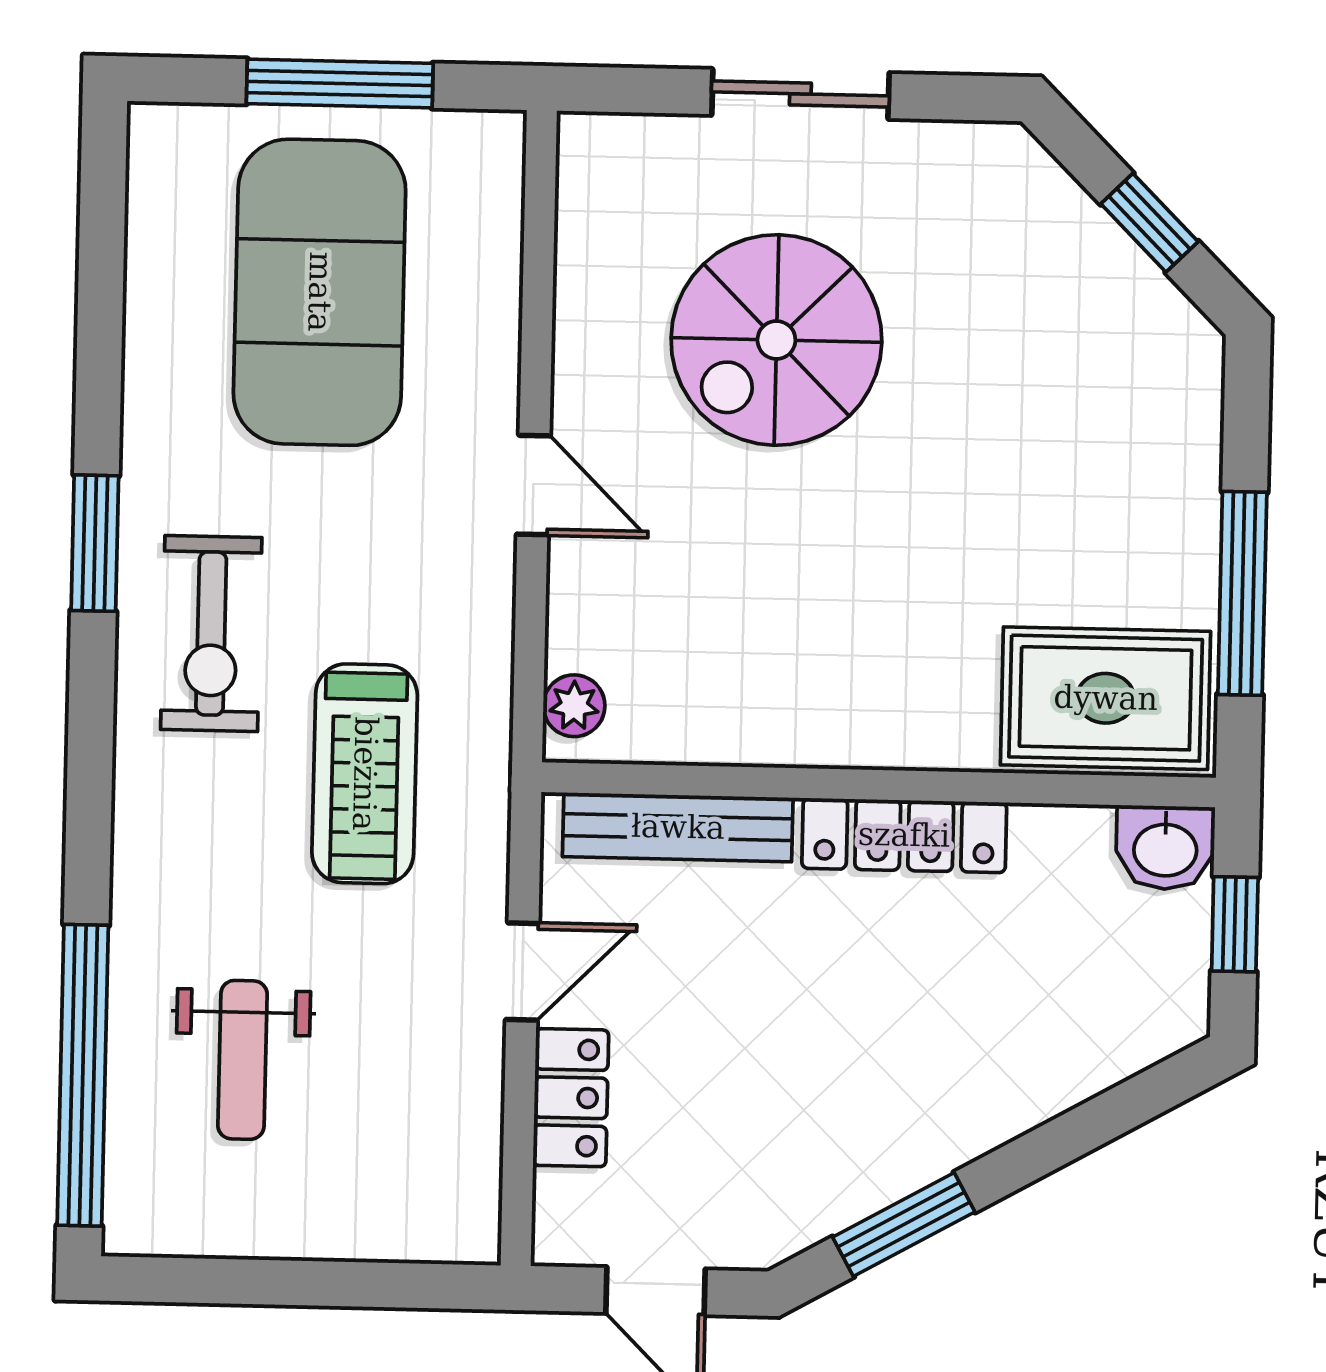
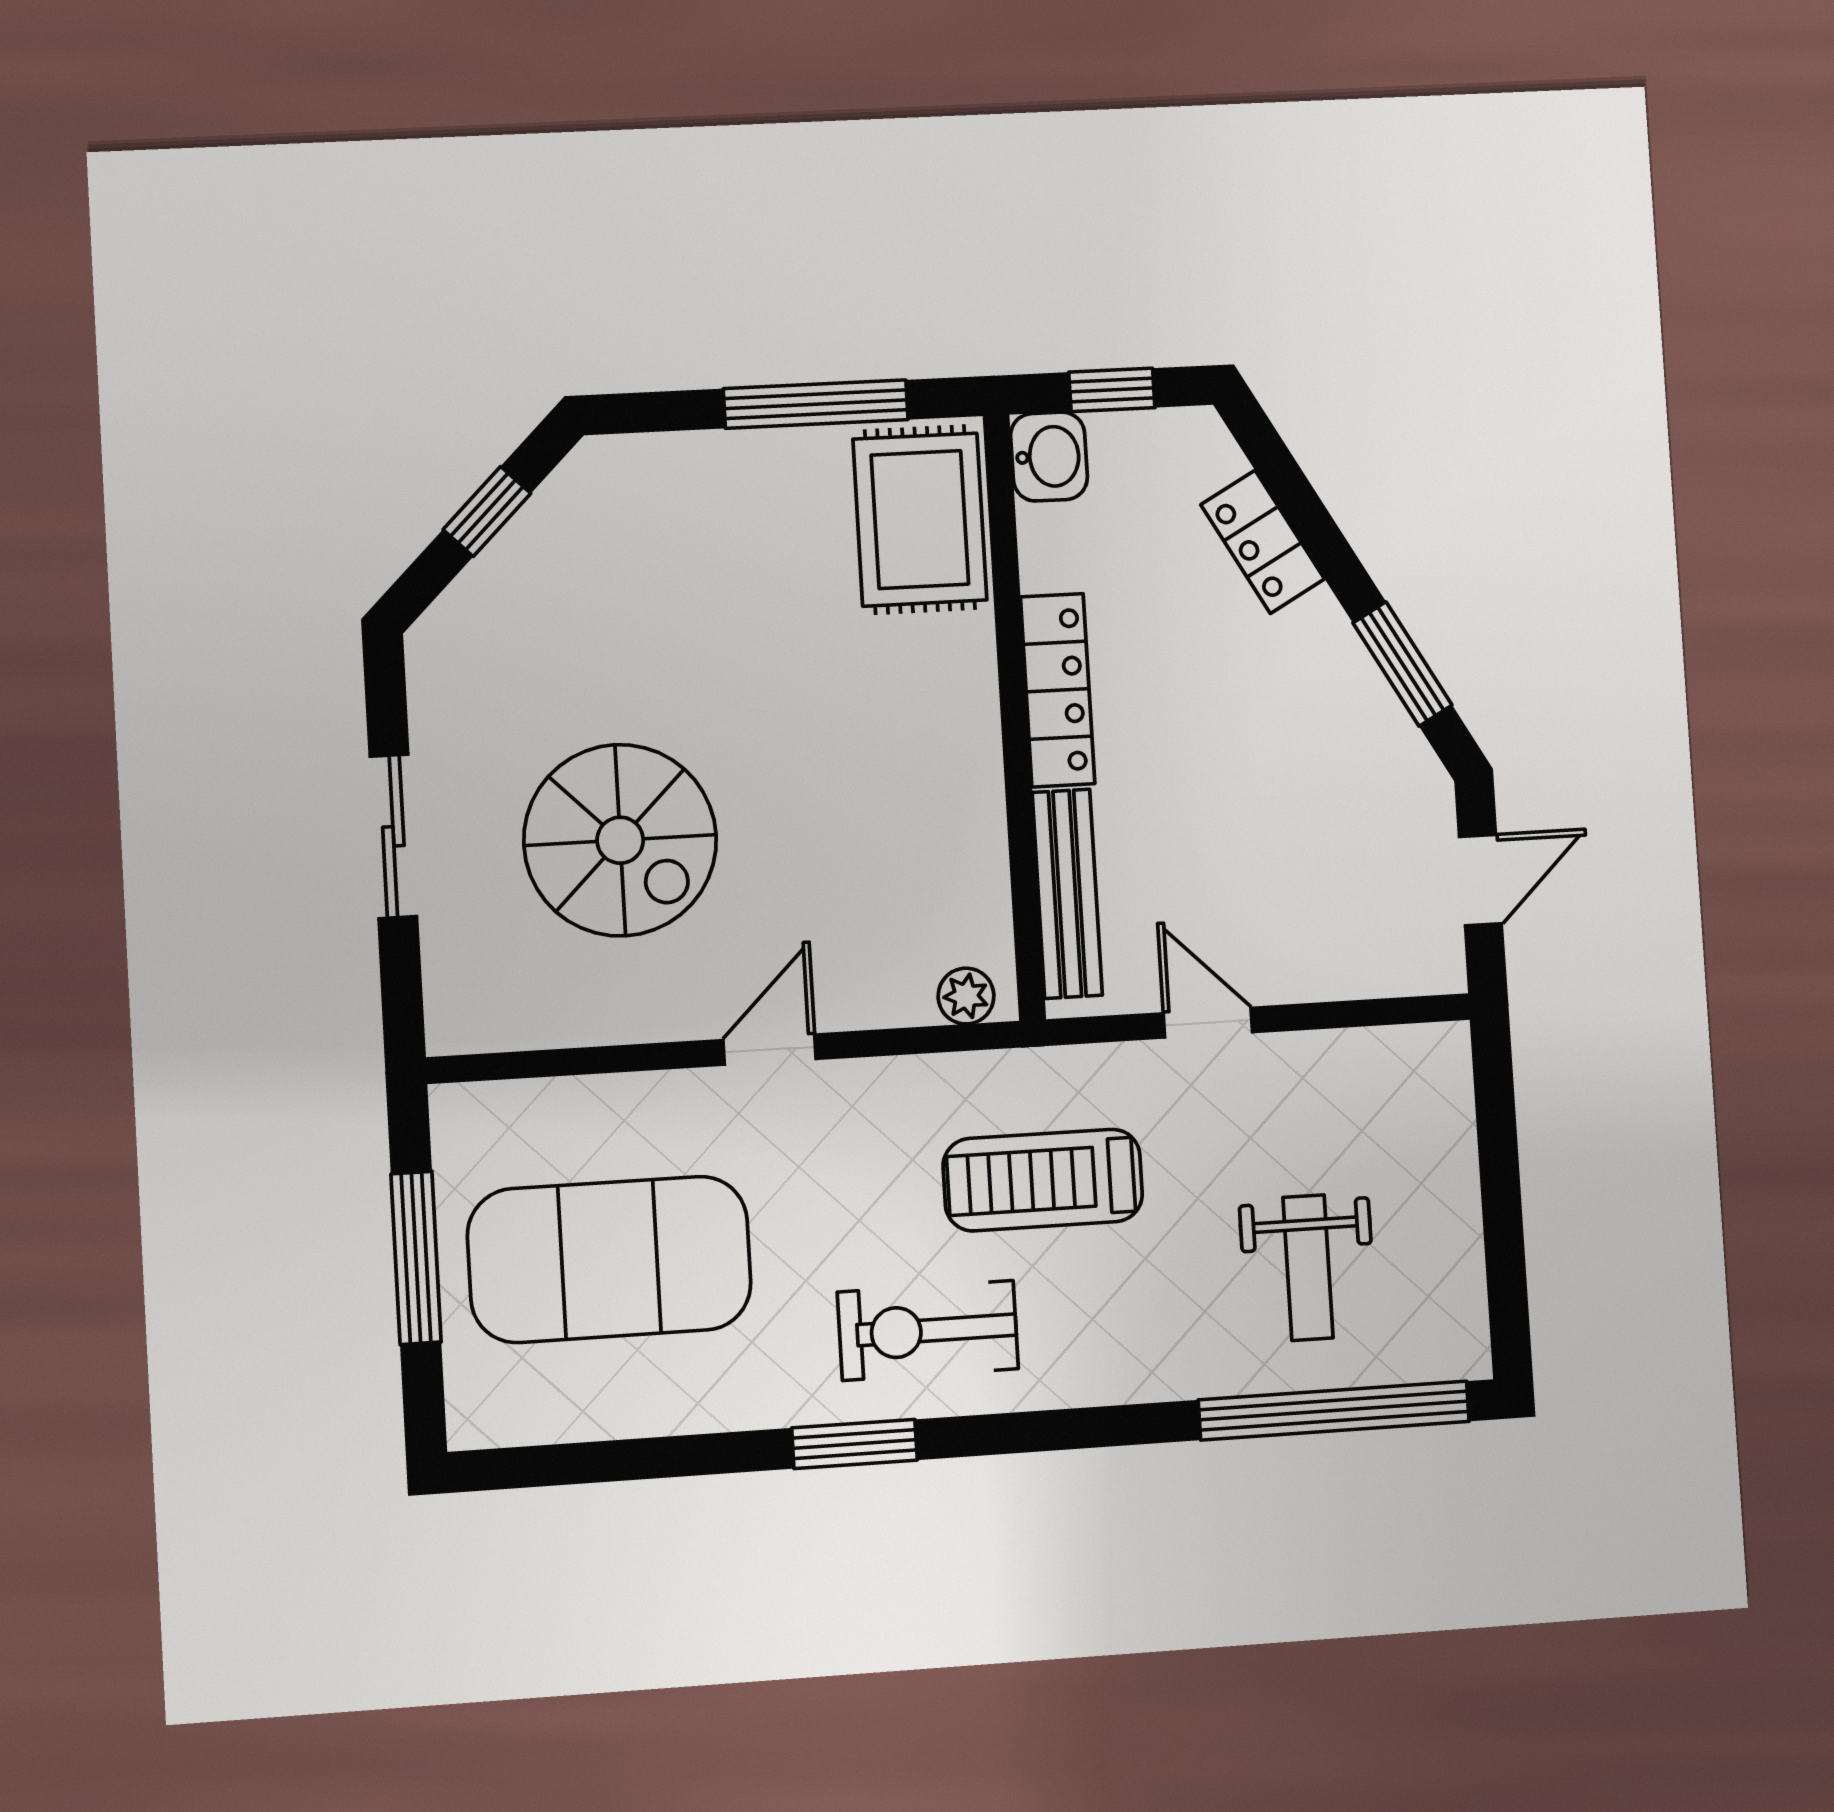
exercise bike: (211, 634) -> (928, 1330), turned 180
treadmill: (365, 774) -> (1043, 1180), turned 180
weight bench: (242, 1060) -> (1308, 1268), turned 90
locker: (571, 1098) -> (1263, 542), moved, turned -119

